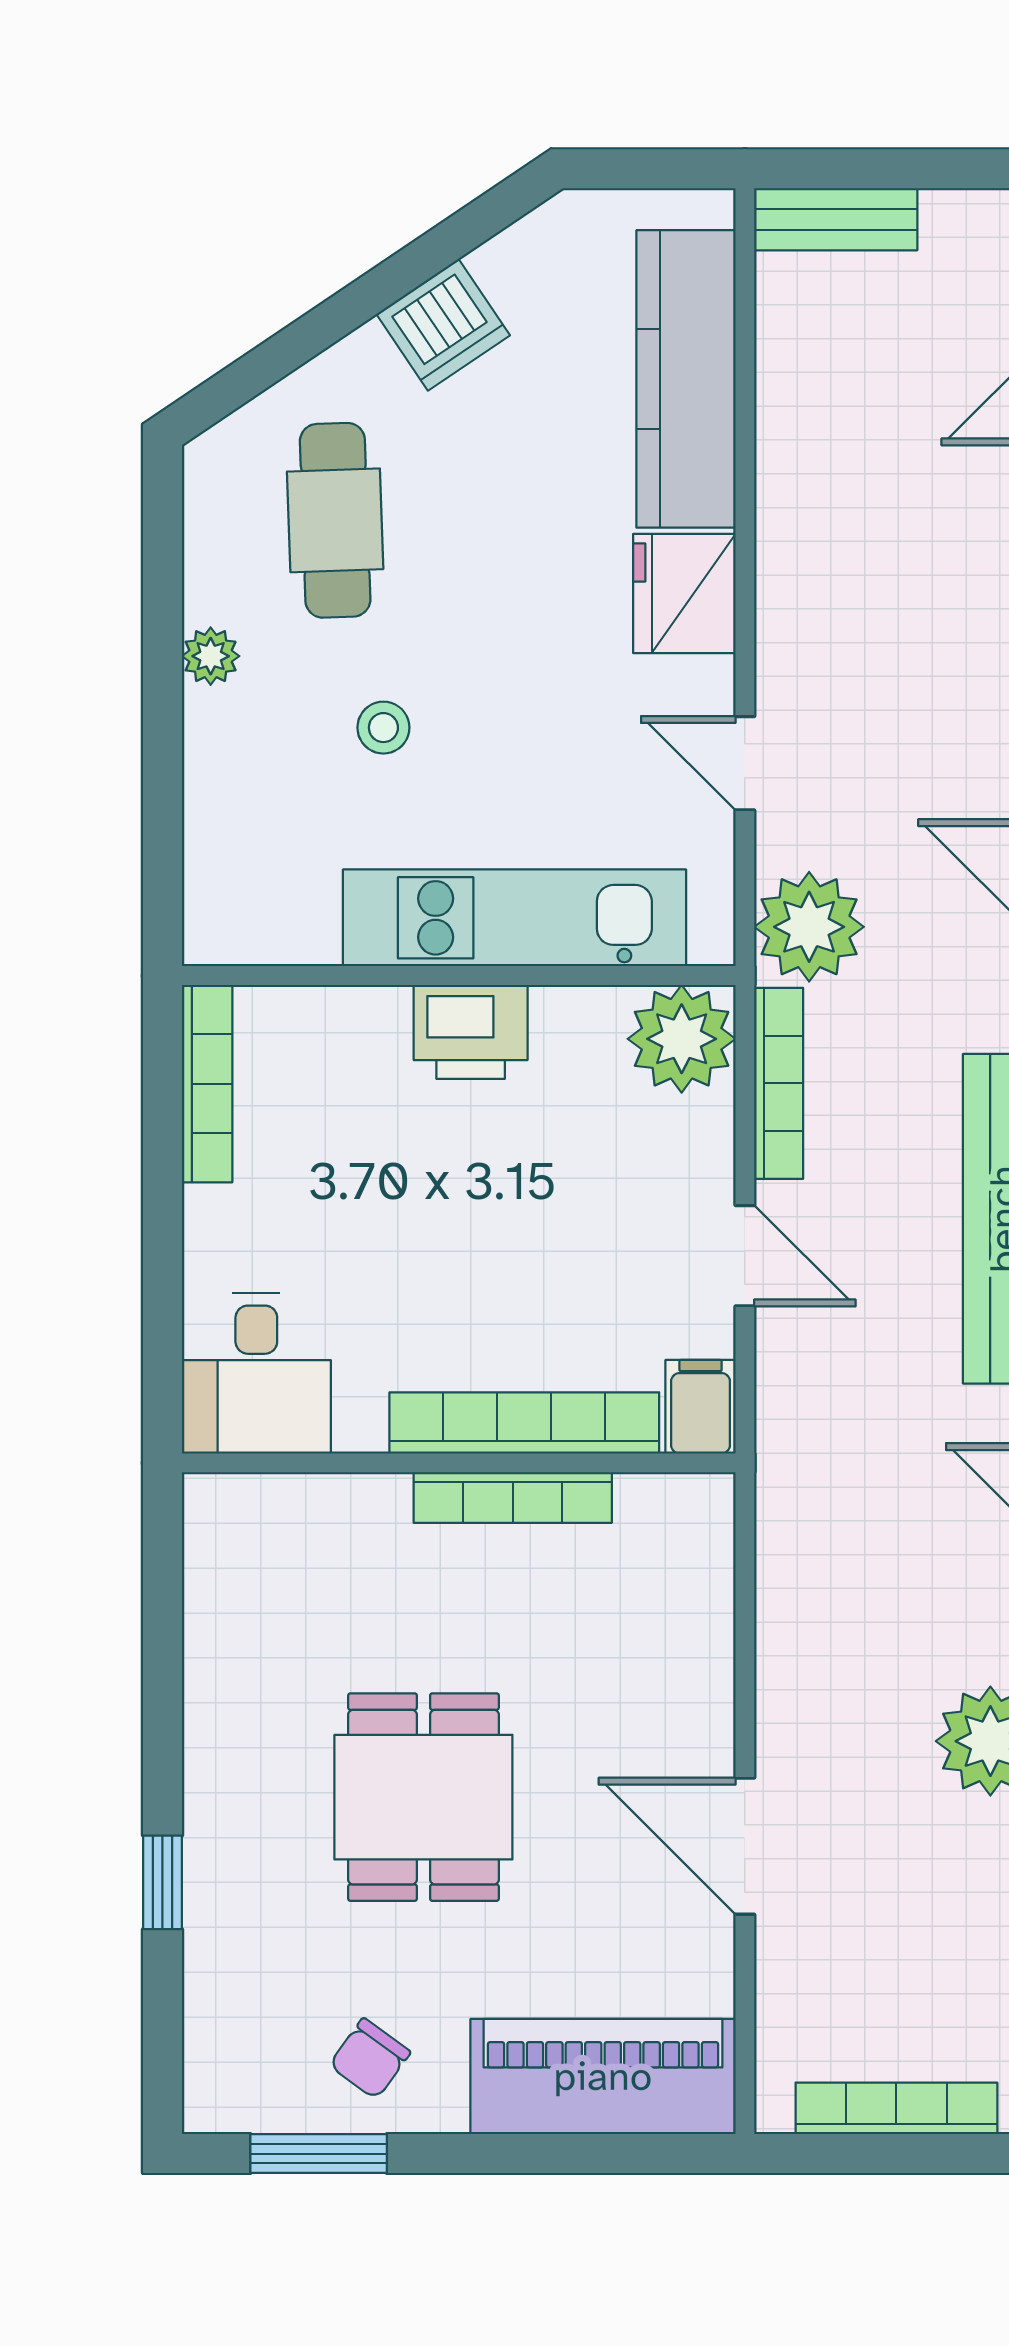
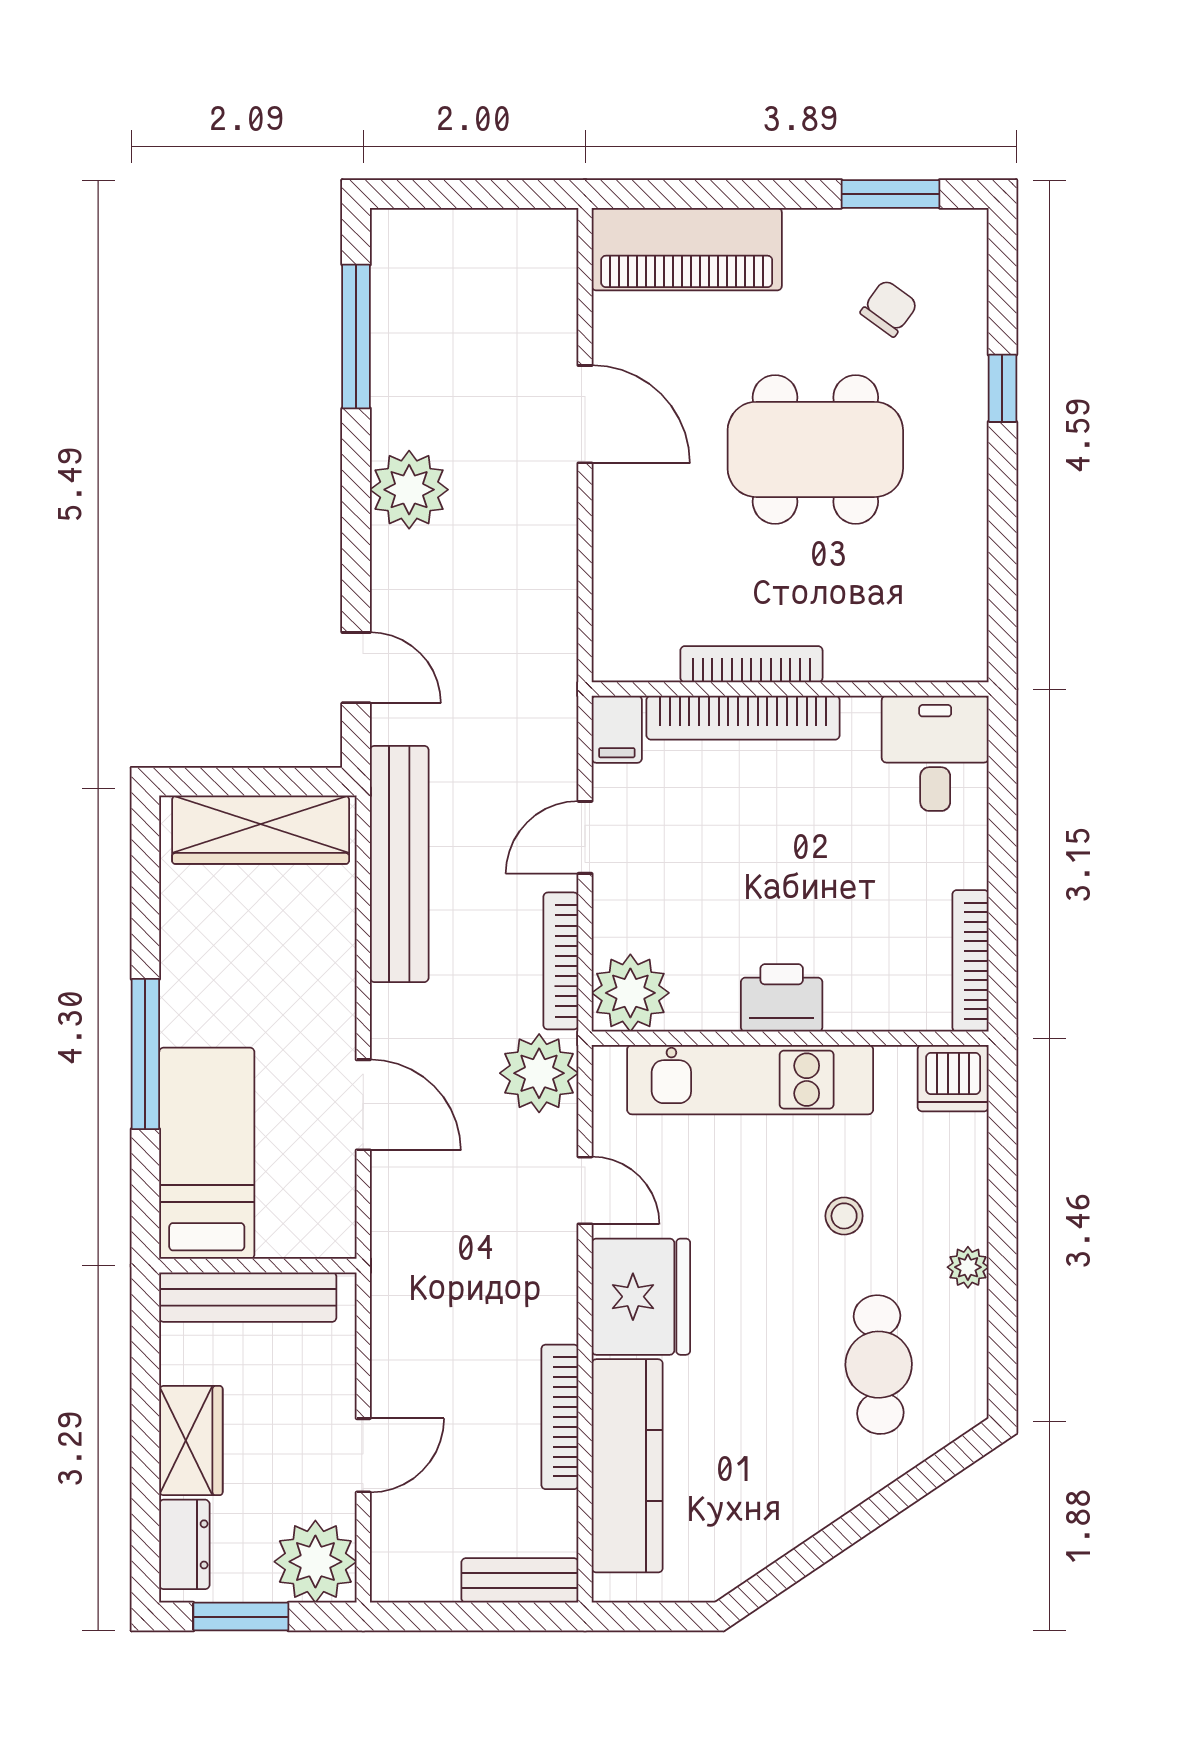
dishwasher: (443, 325) -> (953, 1078), moved, turned -146
fridge: (684, 593) -> (641, 1297), width x1.36, depth x1.34
door: (745, 1256) -> (585, 837), hinge flipped
dining table: (423, 1797) -> (815, 449), width x1.38
chair: (370, 2059) -> (889, 308), moved
bookcase: (896, 2108) -> (560, 1417), moved, turned 90

